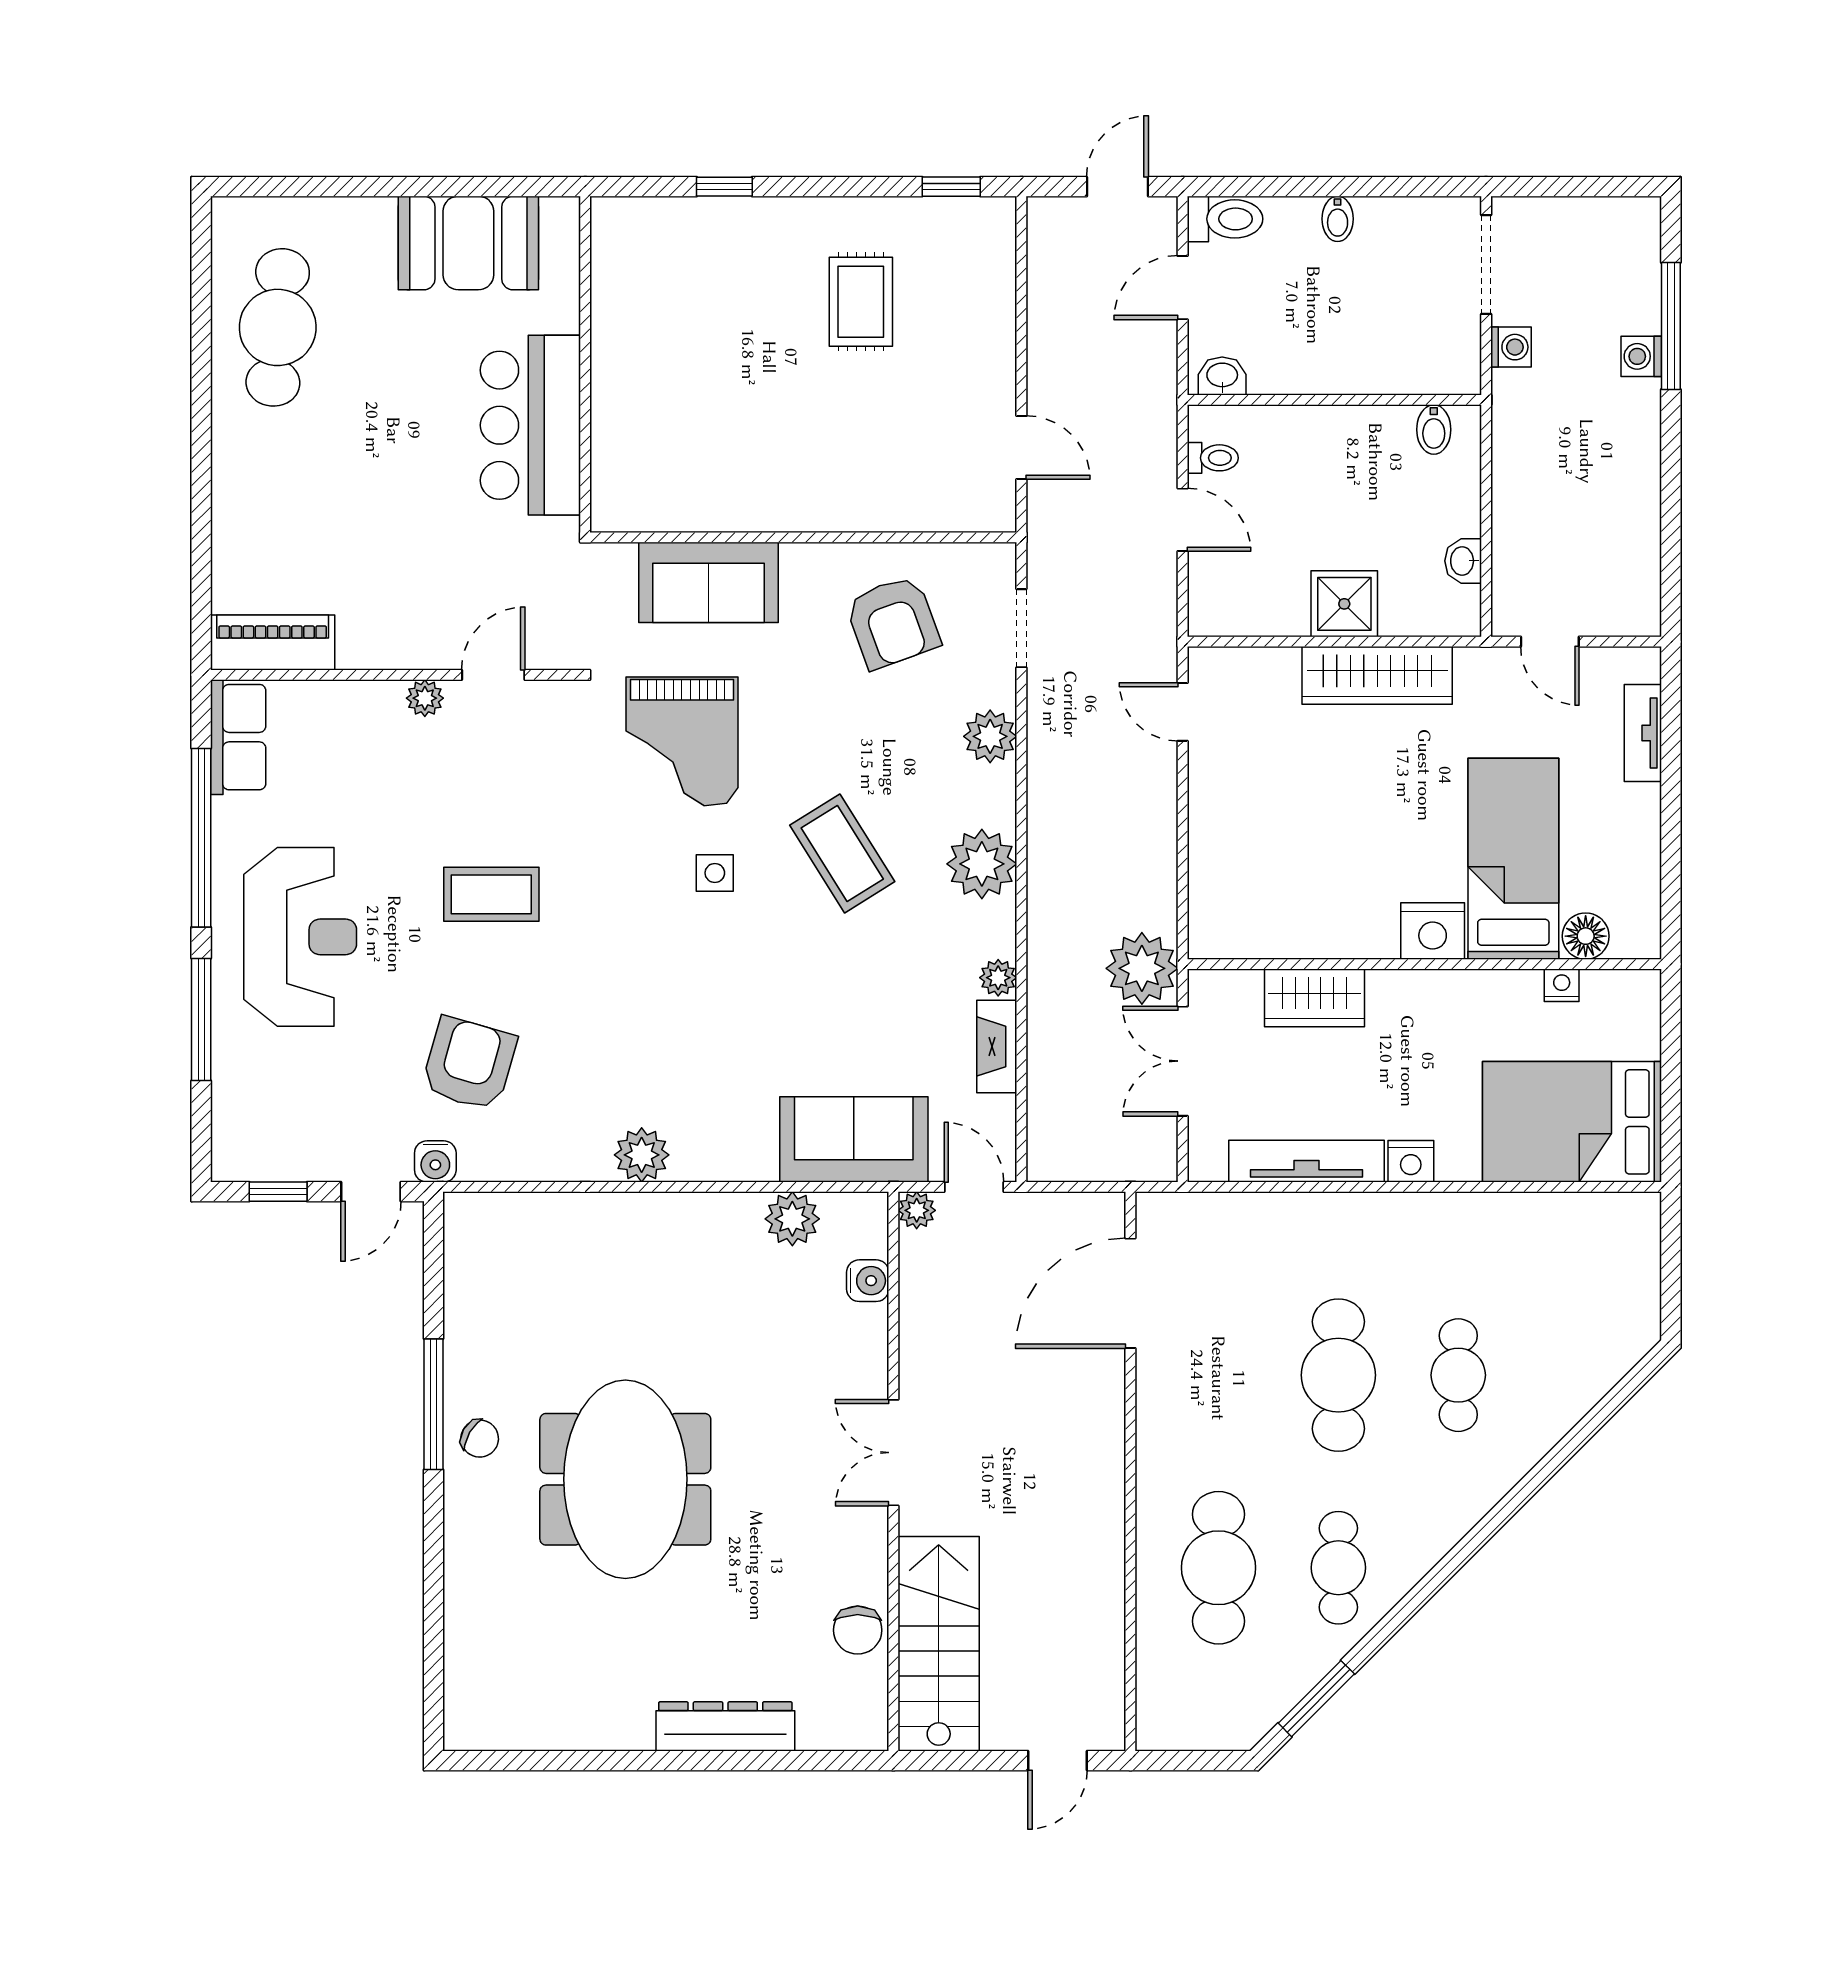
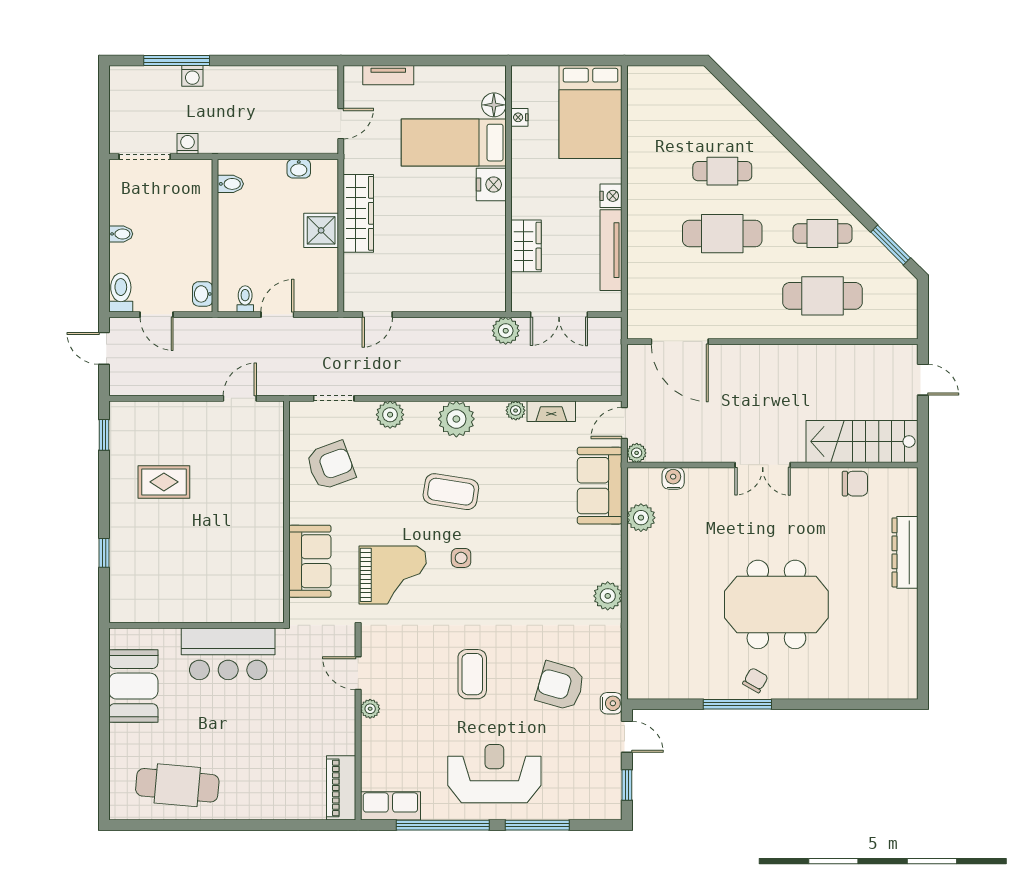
coffee table: (842, 853) -> (451, 492), turned 41
plant: (1142, 968) -> (506, 331), width x0.73, depth x0.73

